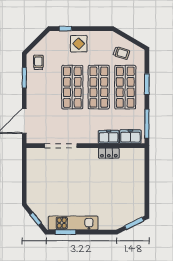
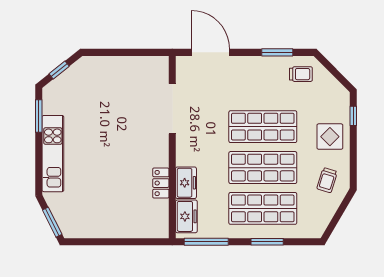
trolley: (121, 53) -> (327, 180), moved
kitchen unit: (73, 223) -> (53, 154), moved

